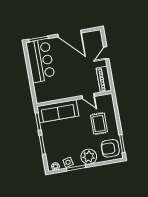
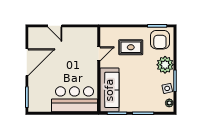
bar counter: (40, 61) -> (74, 99), moved
piano: (104, 79) -> (83, 33), removed

